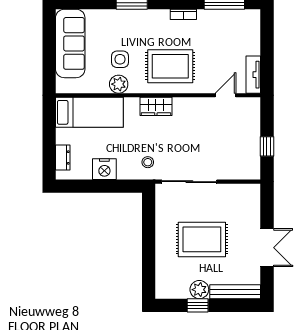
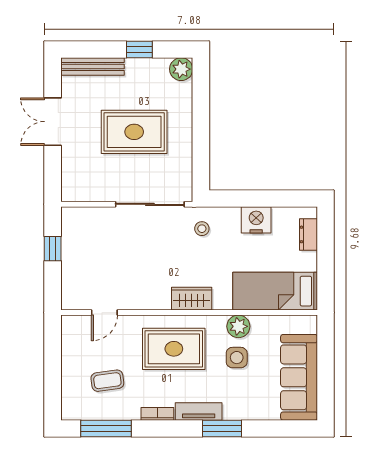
coffee table: (223, 41) -> (107, 381), added
tv unit: (253, 75) -> (199, 411), moved, turned -90
plant: (199, 290) -> (181, 69), moved

